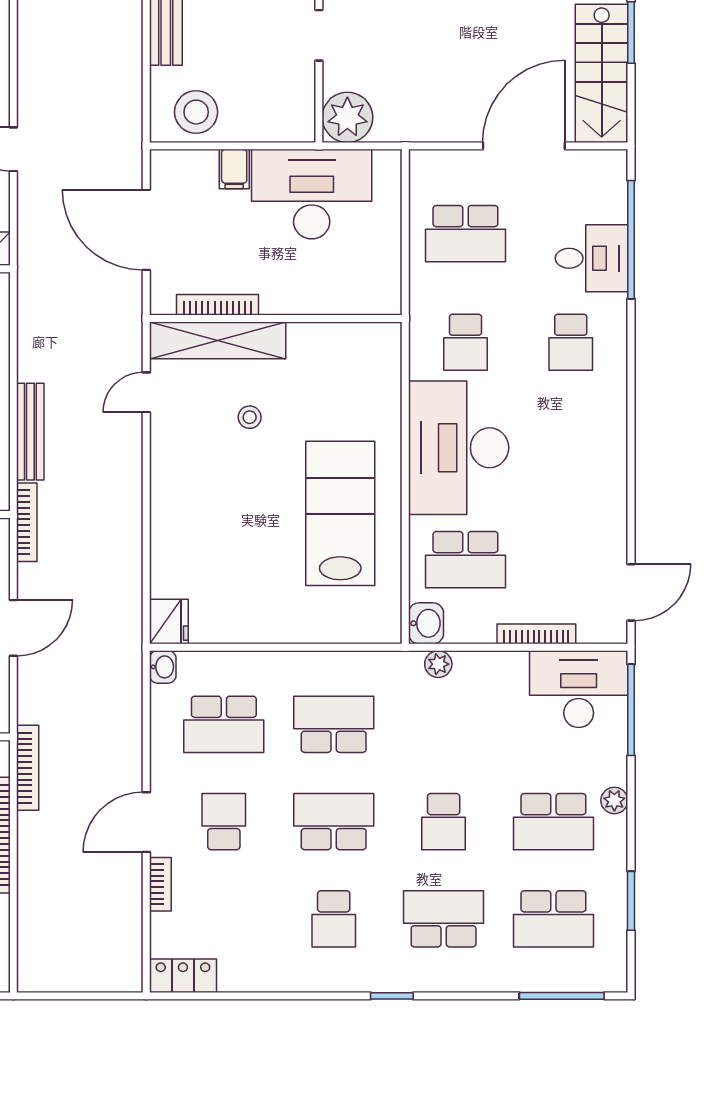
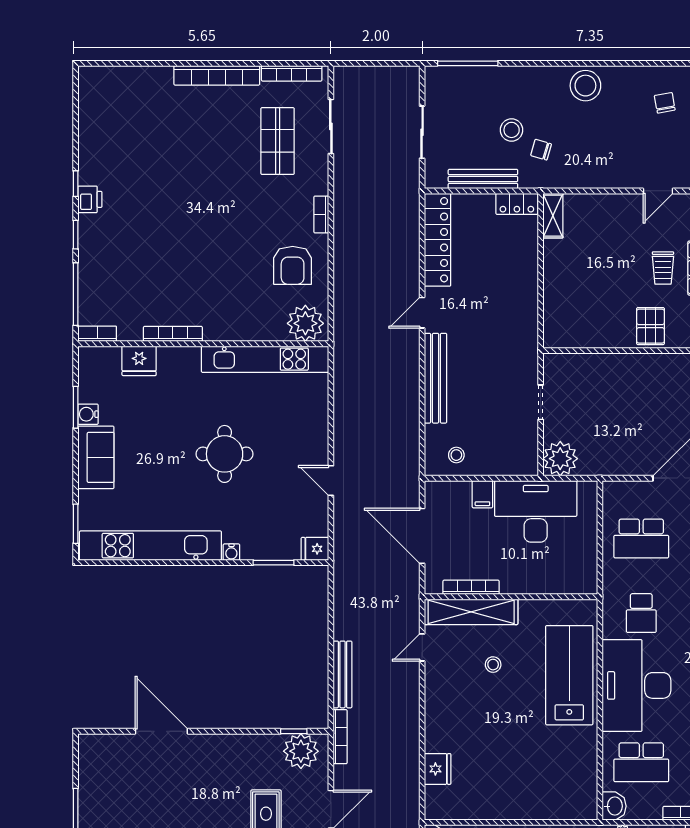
stool: (196, 112) -> (456, 455), width x0.53, depth x0.53
lab bench: (340, 513) -> (569, 675), moved
fridge: (169, 622) -> (438, 769), moved

